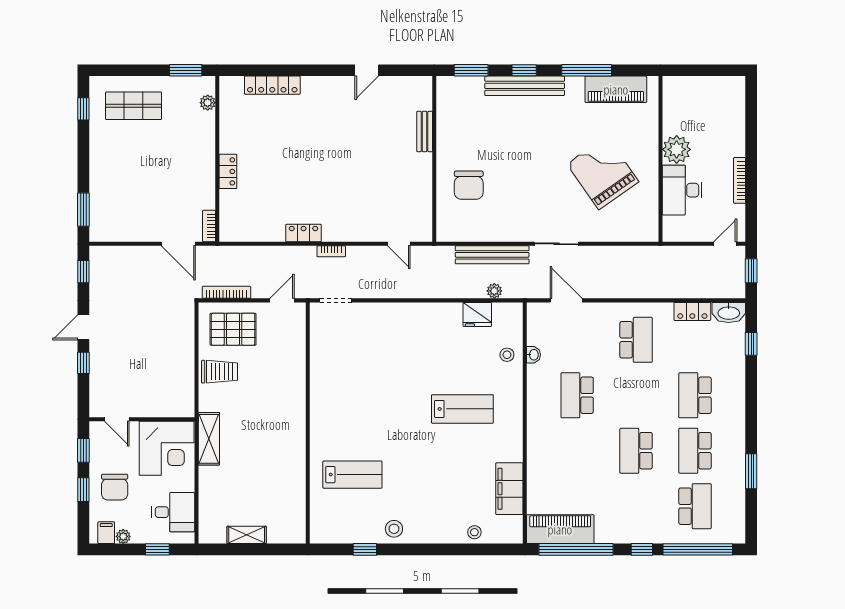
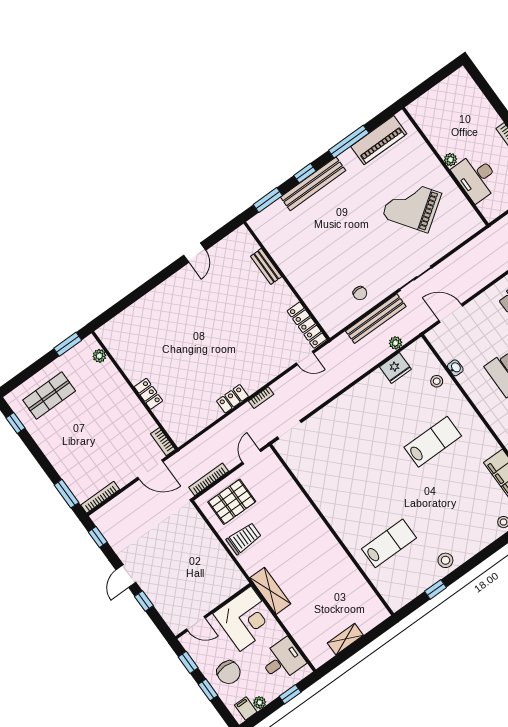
locker: (272, 85) -> (307, 325), moved, turned 90
plant: (677, 149) -> (450, 160), width x0.53, depth x0.53
chair: (469, 185) -> (360, 293), moved, width x0.54, depth x0.54
bookcase: (113, 236) -> (100, 497), added

